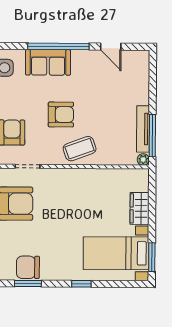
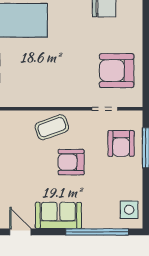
window: (58, 46) -> (97, 232), moved
sofa: (48, 62) -> (58, 215), moved

